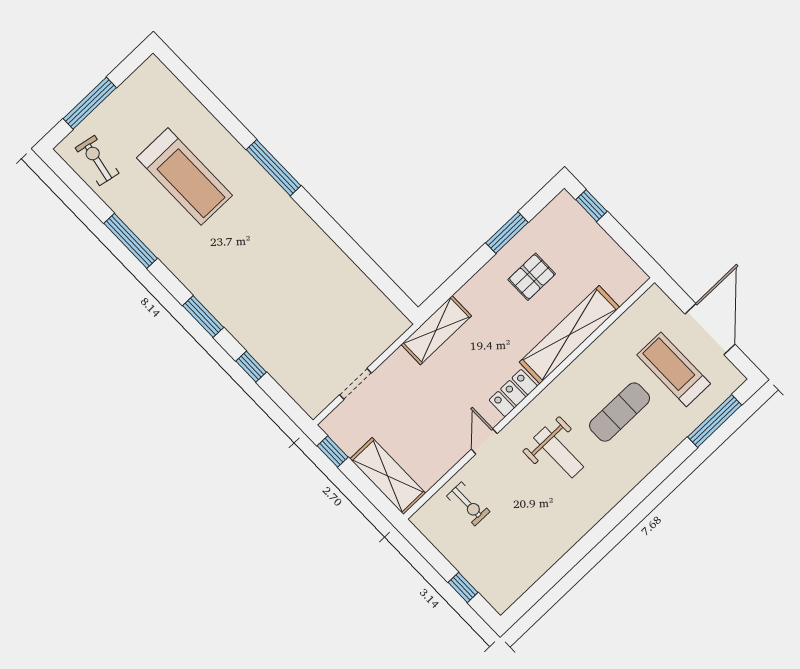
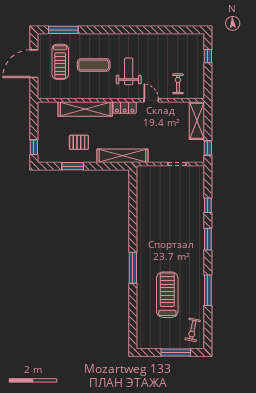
shelving: (436, 330) -> (122, 156), width x1.47
door: (484, 441) -> (151, 100), swing flipped

